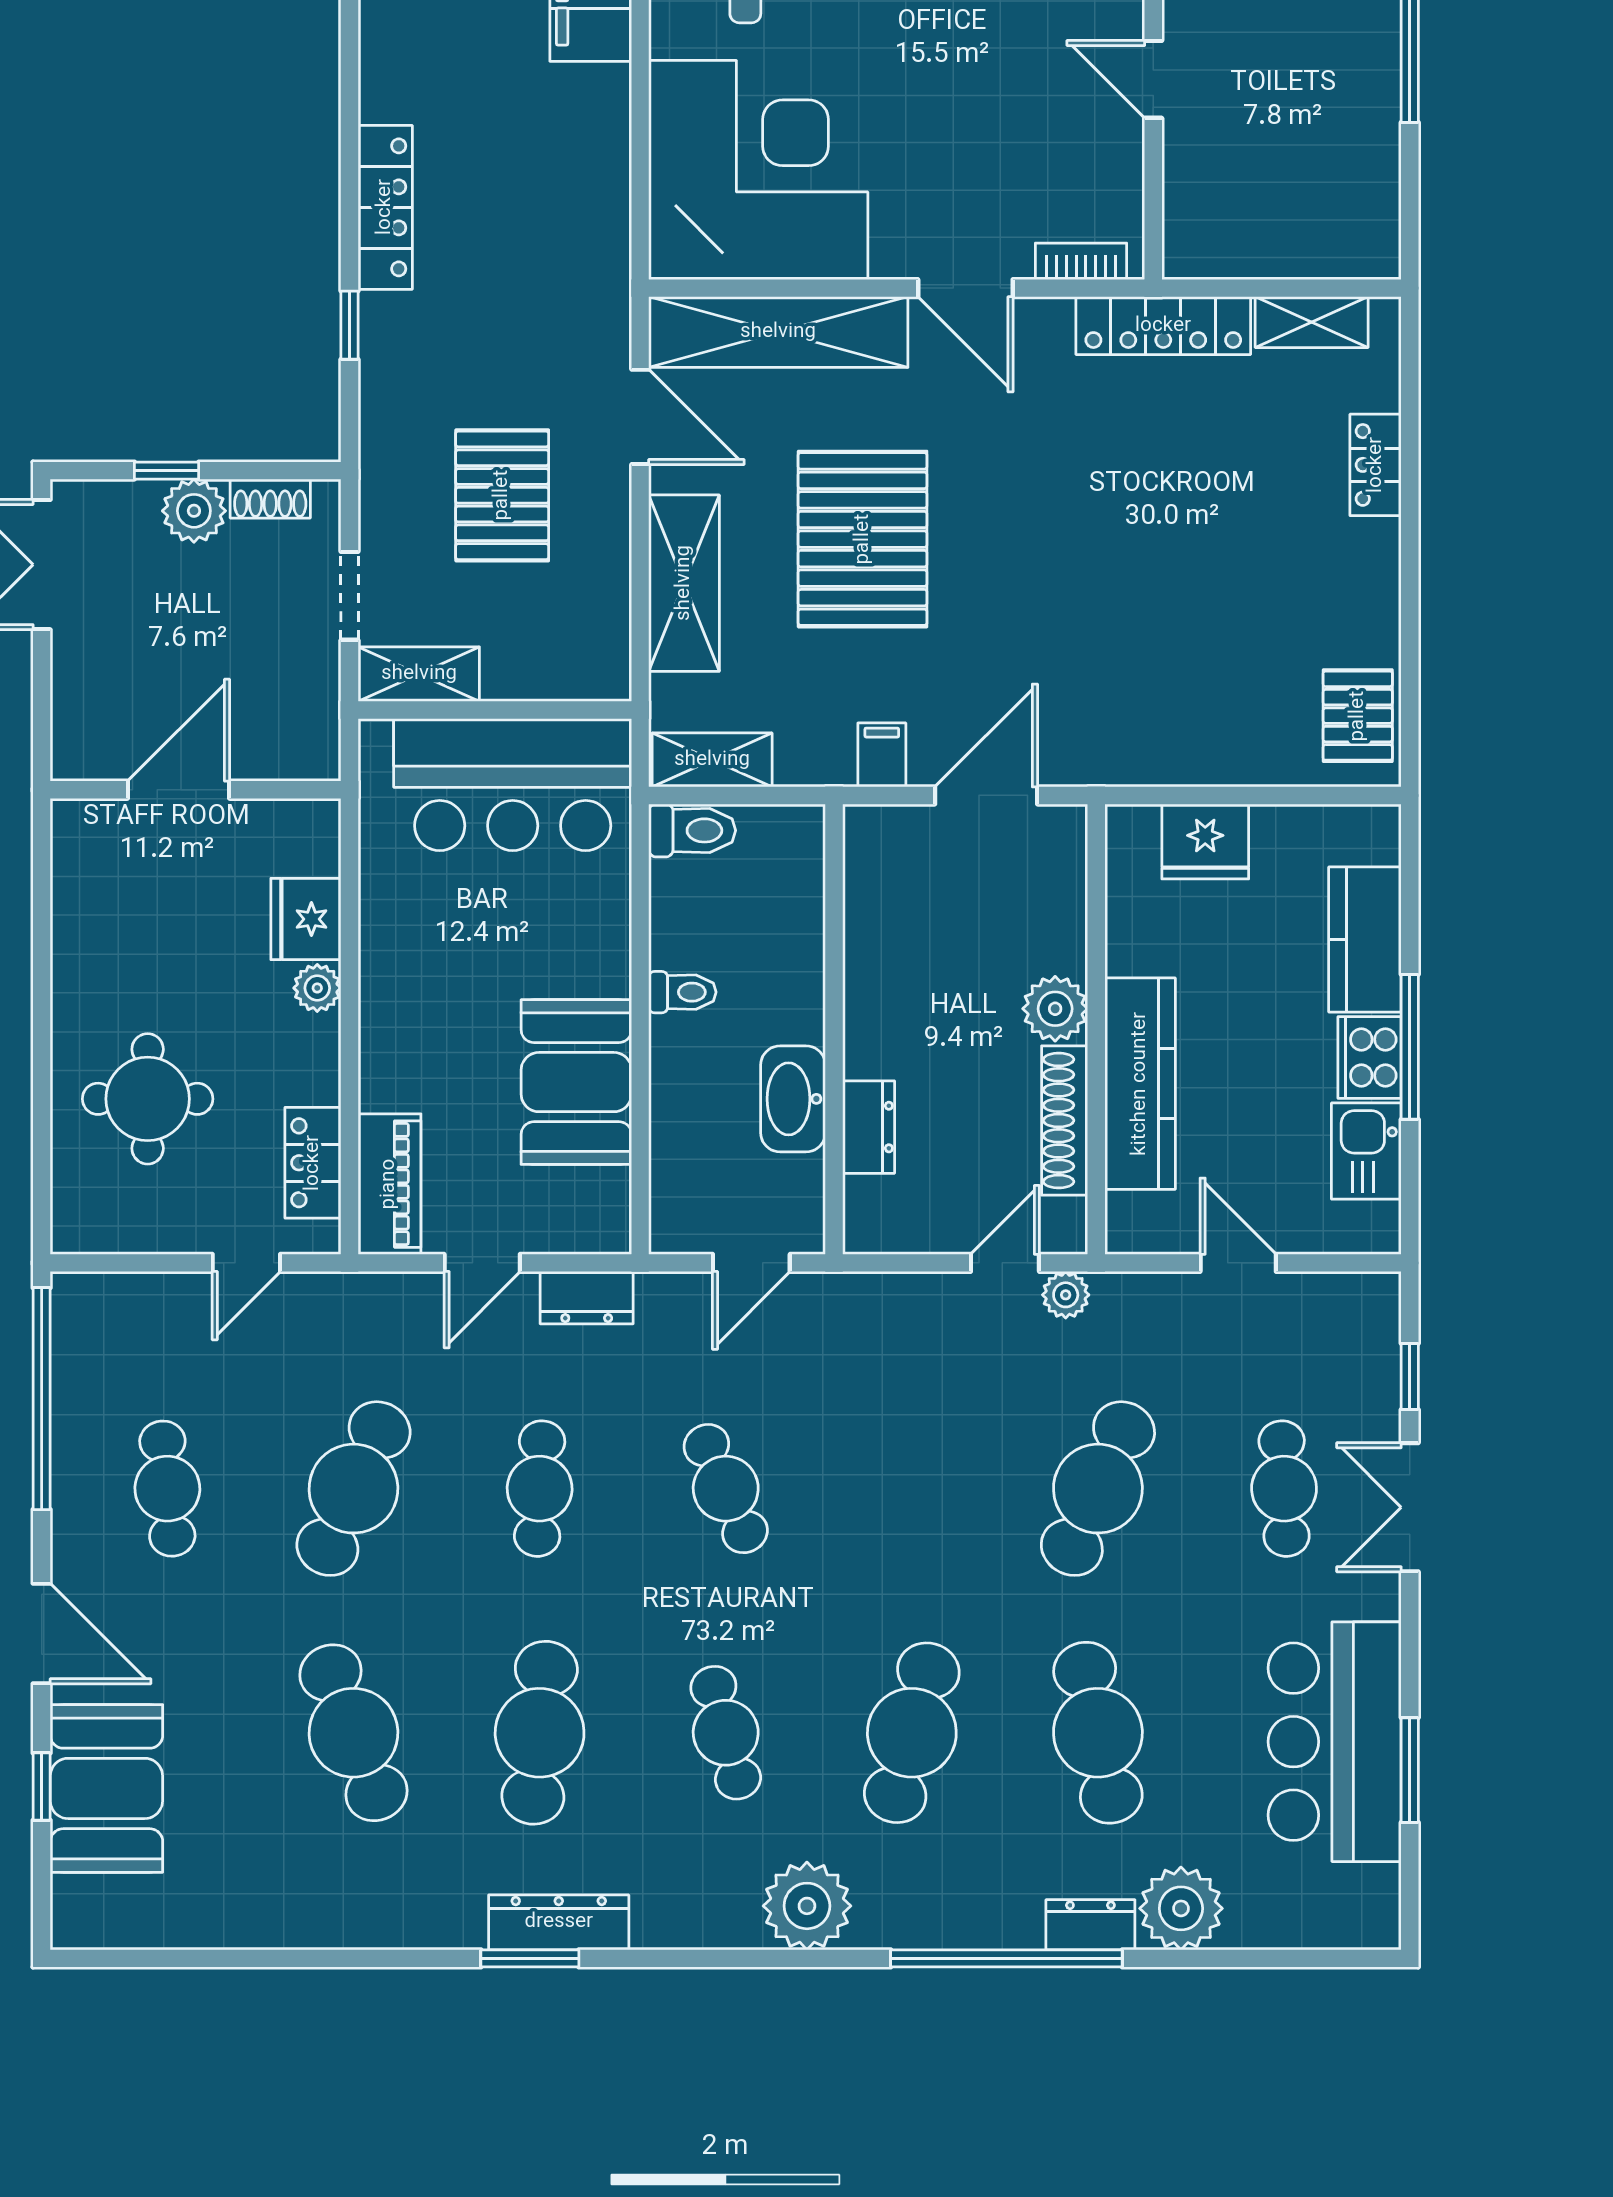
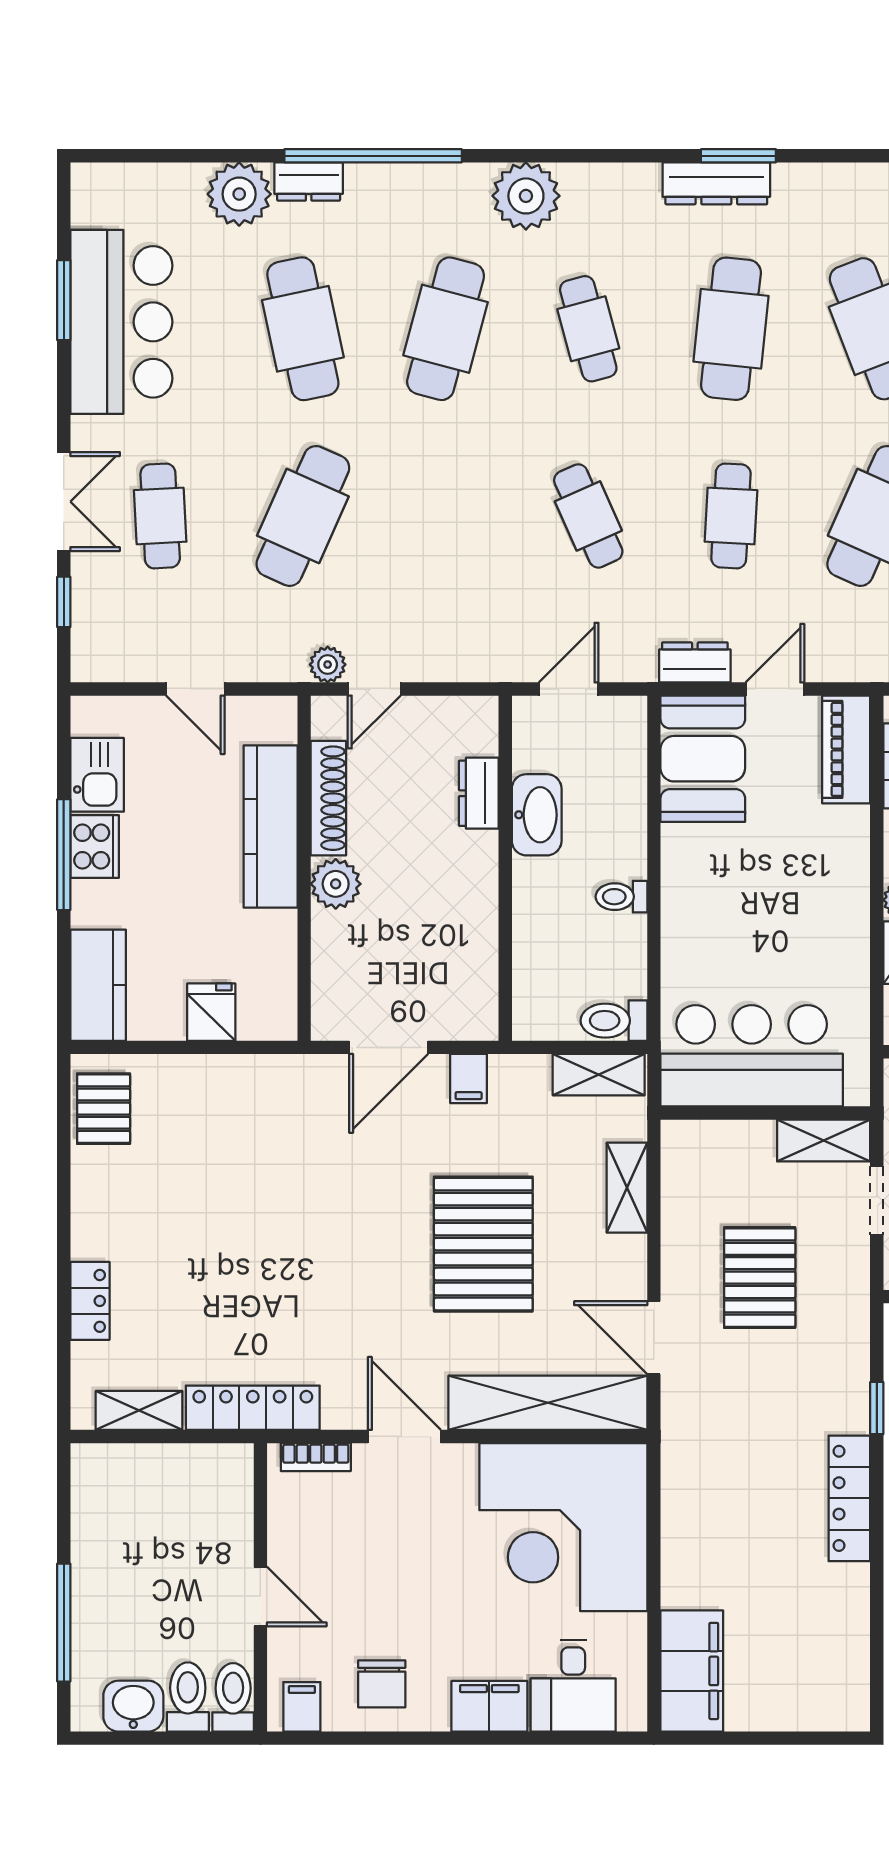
shelving: (684, 583) -> (627, 1188), width x0.67, depth x0.75
fridge: (1205, 841) -> (211, 1012), width x0.72
kitchen counter: (1365, 939) -> (98, 985), moved
booth: (576, 1082) -> (703, 759), moved

